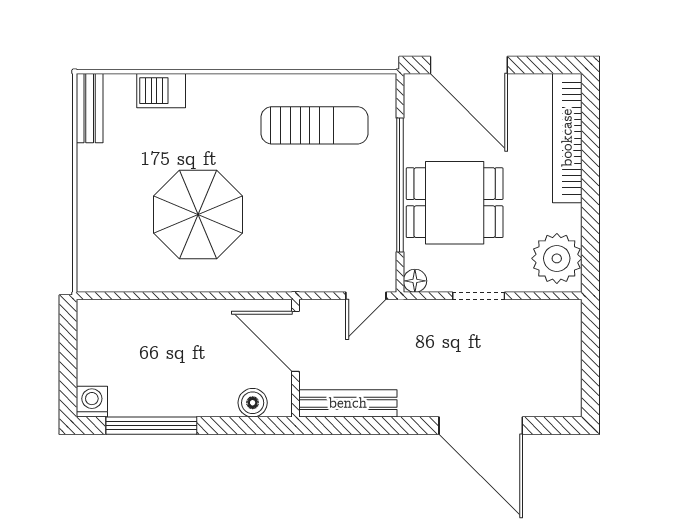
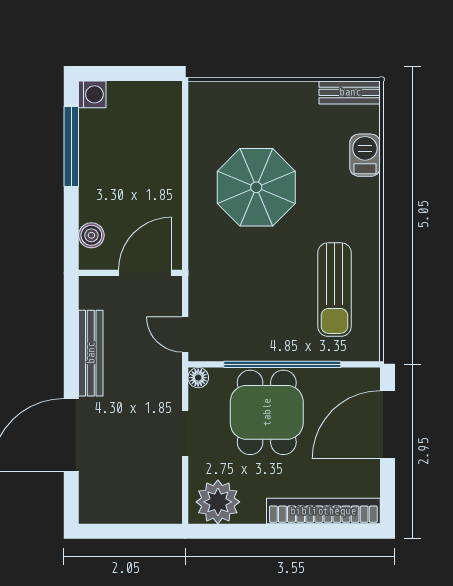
bench: (348, 403) -> (91, 353), moved

